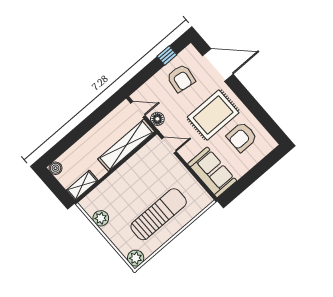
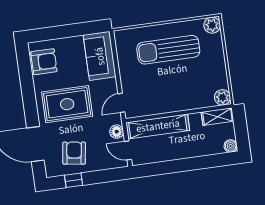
armchair: (242, 137) -> (44, 62), moved
door: (169, 145) -> (121, 103), hinge flipped
plant: (101, 218) -> (222, 97), moved

